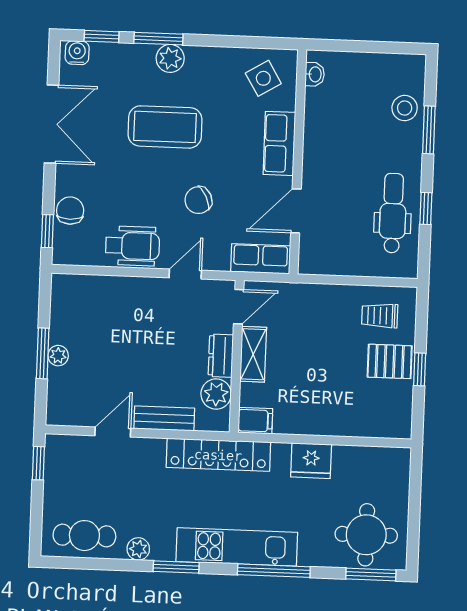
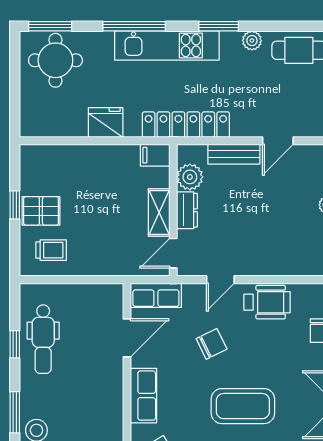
wheelchair: (133, 246) -> (267, 302), turned 180

